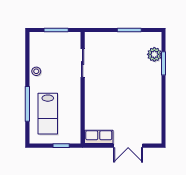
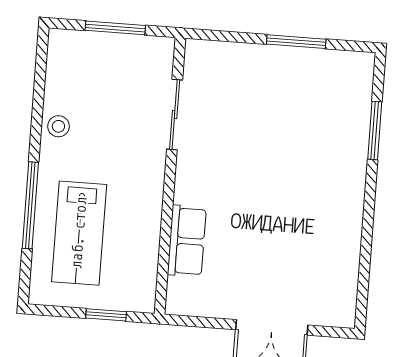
plant: (154, 54) -> (354, 107), removed
row of seats: (99, 137) -> (187, 241), moved, turned 90

